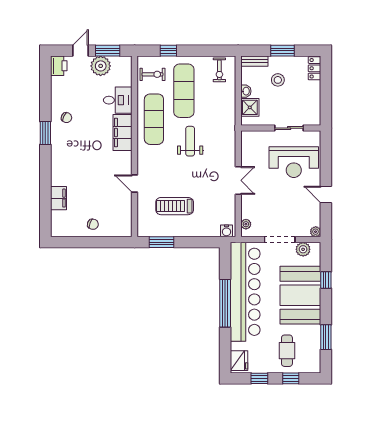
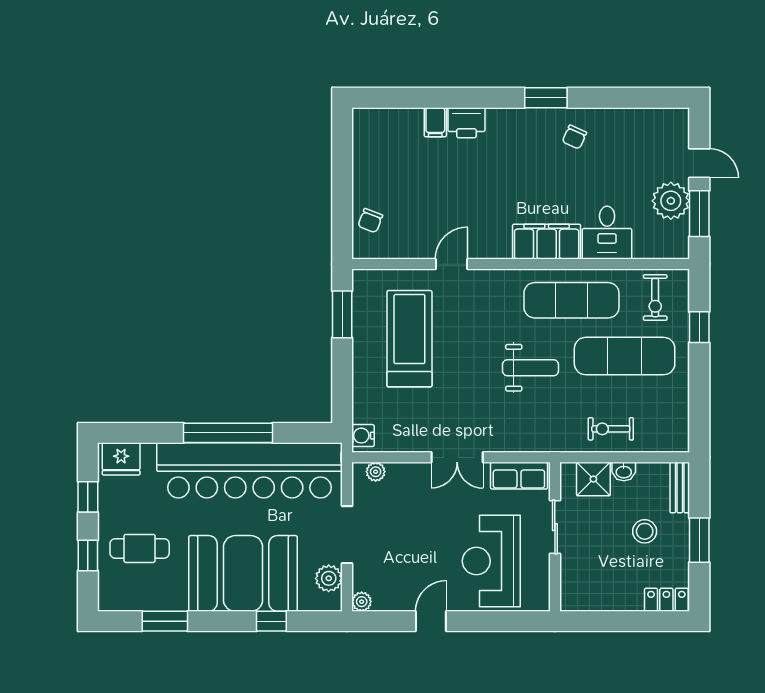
printer: (59, 66) -> (466, 123), moved
exercise bike: (219, 70) -> (611, 429), moved
sliding door: (289, 128) -> (555, 527), moved
row of seats: (248, 147) -> (519, 476), added
filing cabinet: (59, 198) -> (435, 122), width x0.50
treadmill: (175, 206) -> (409, 339), width x1.37, depth x1.38
chair: (93, 224) -> (370, 221), moved

